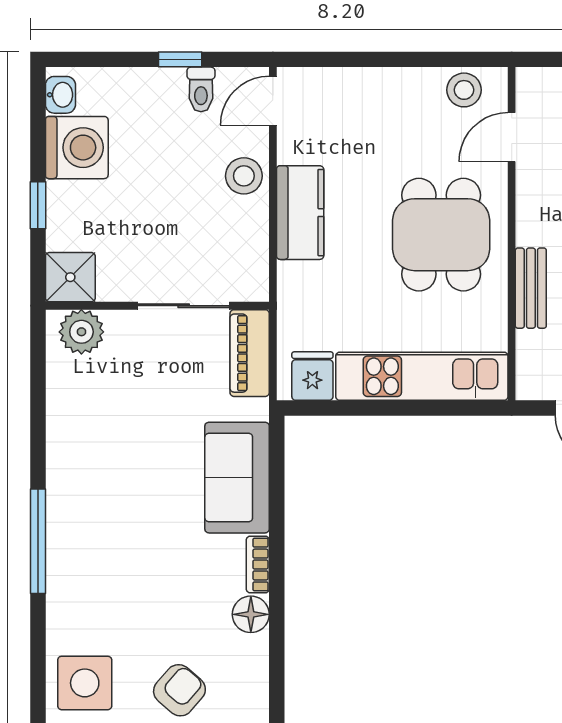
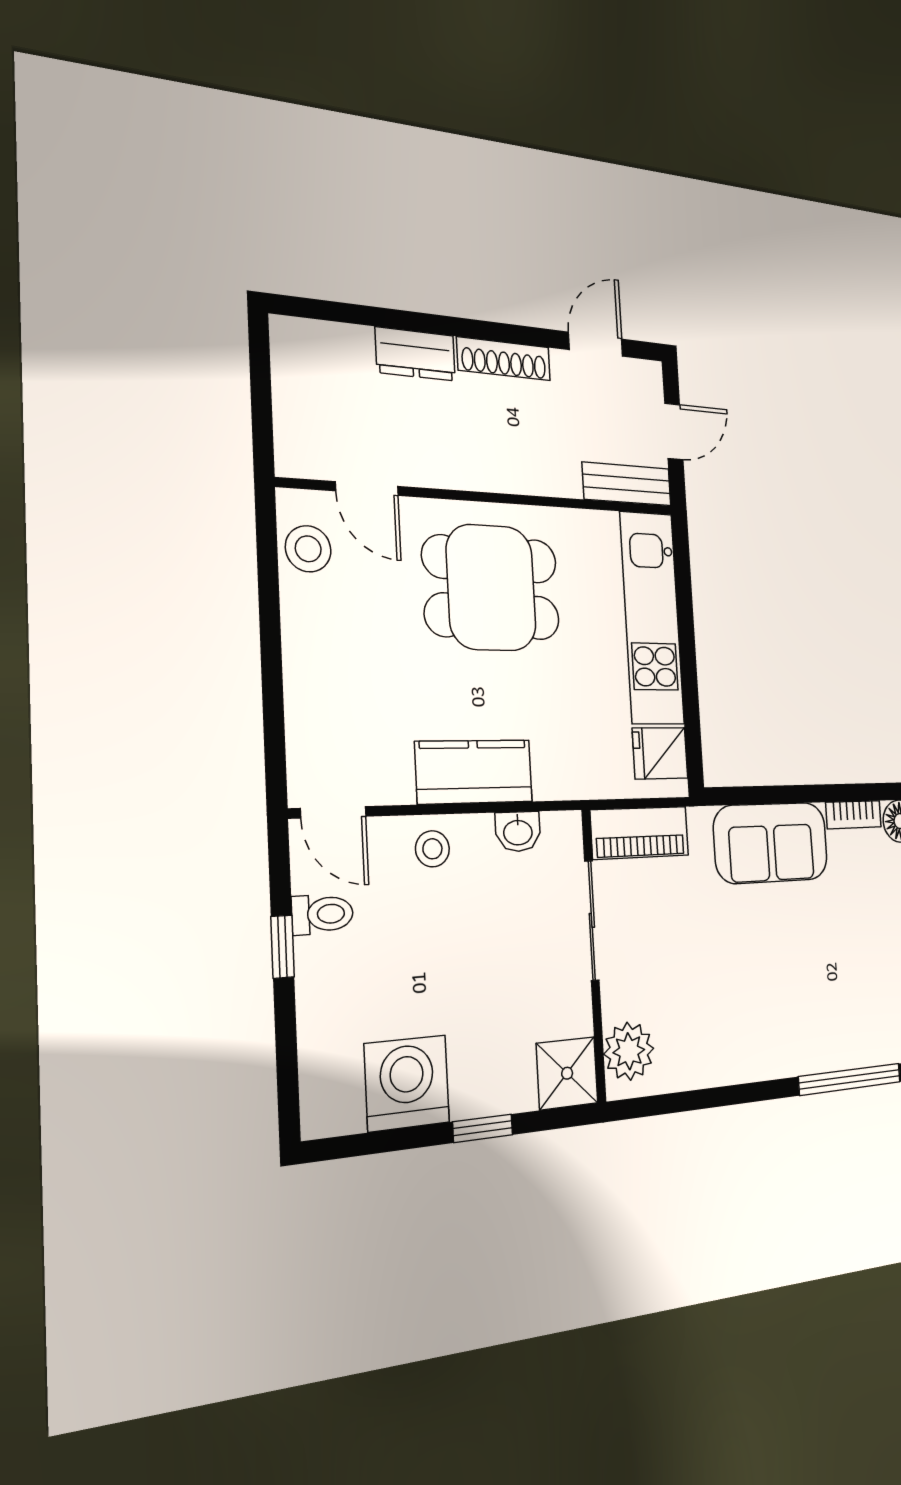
washbasin: (60, 95) -> (518, 832), moved, turned 180
stool: (244, 176) -> (432, 849), width x0.73, depth x0.73
bench: (531, 288) -> (627, 484), moved

